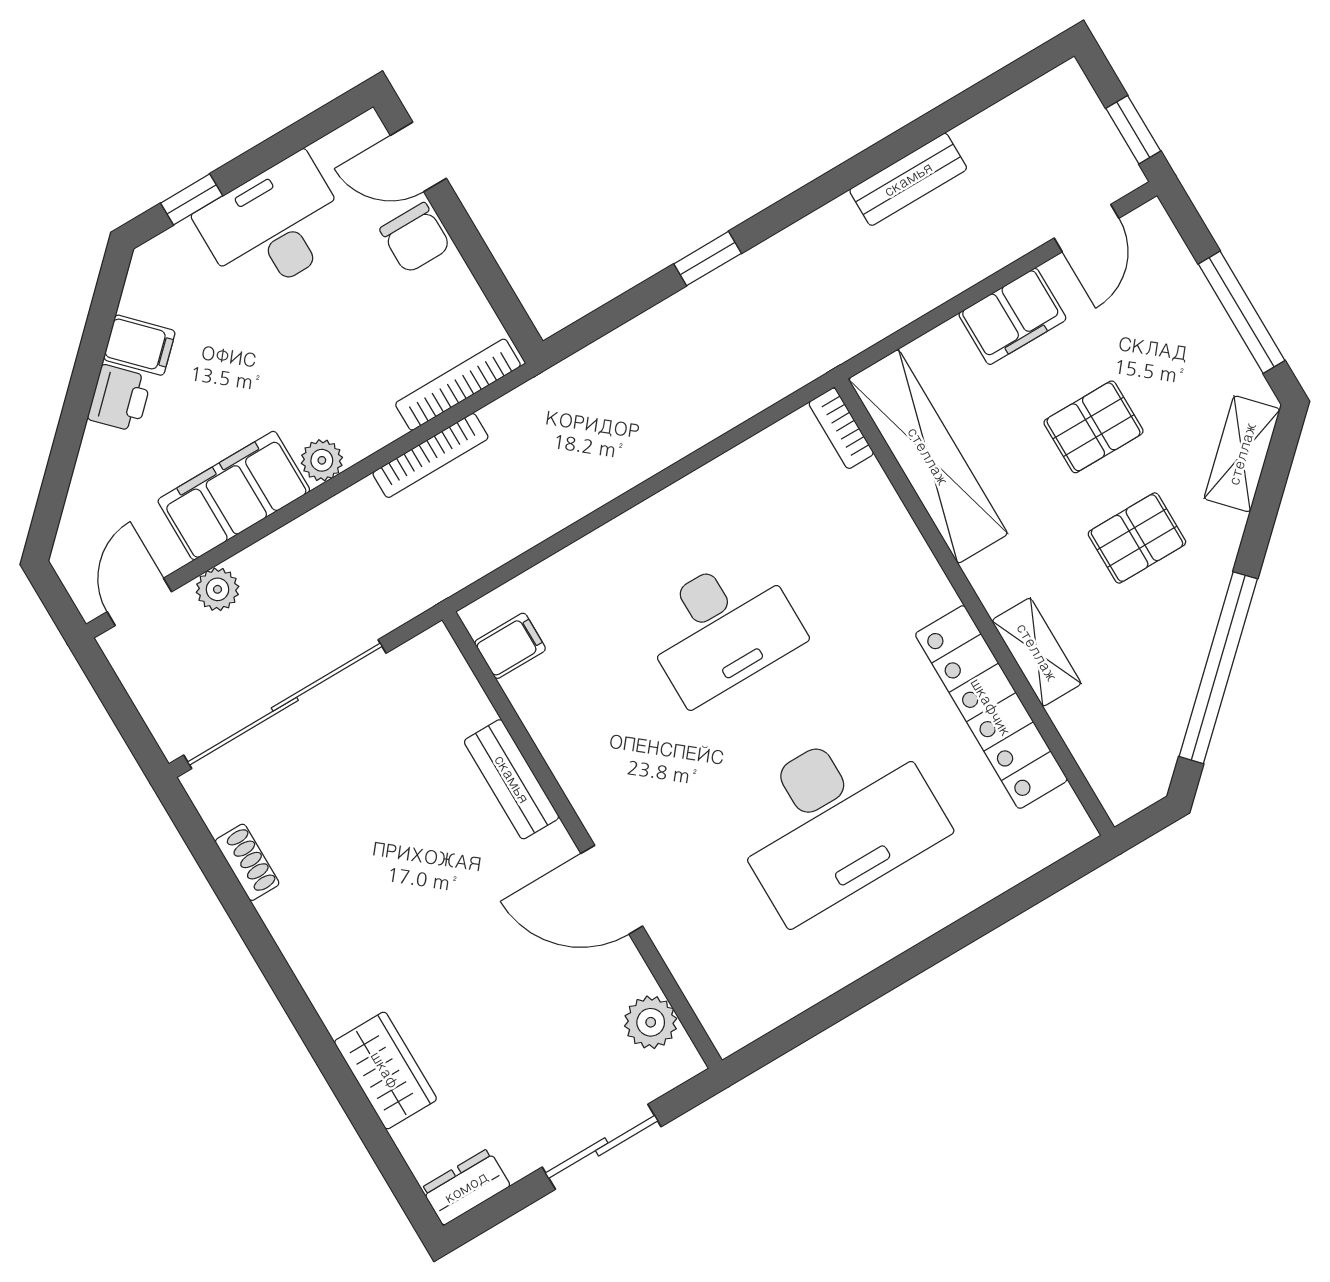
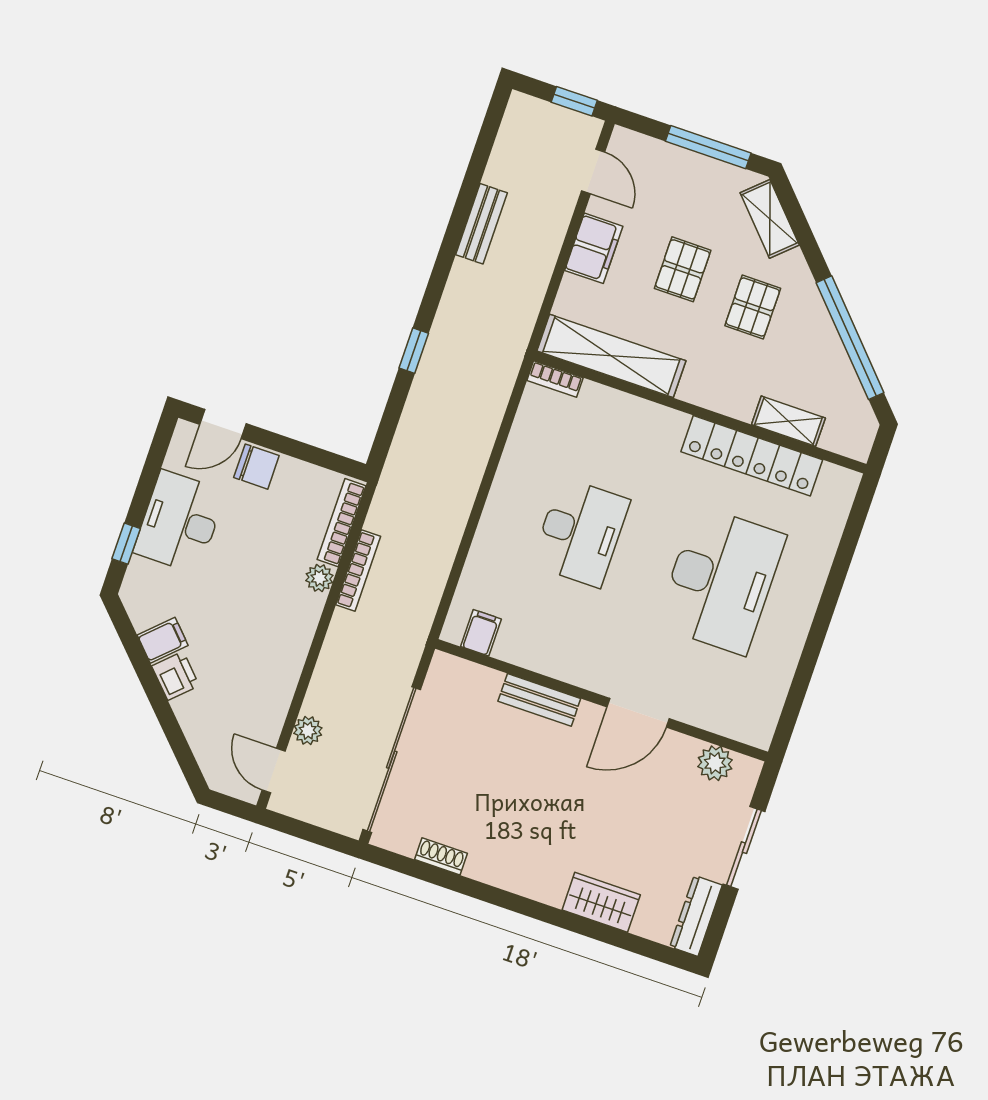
plant: (322, 460) -> (319, 578), moved
filing cabinet: (234, 495) -> (276, 676), removed
shelving: (1037, 652) -> (788, 421), moved
dresser: (466, 1187) -> (696, 916), width x1.44

